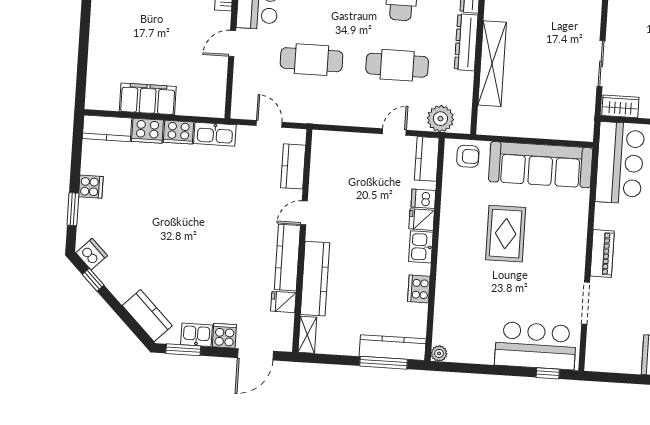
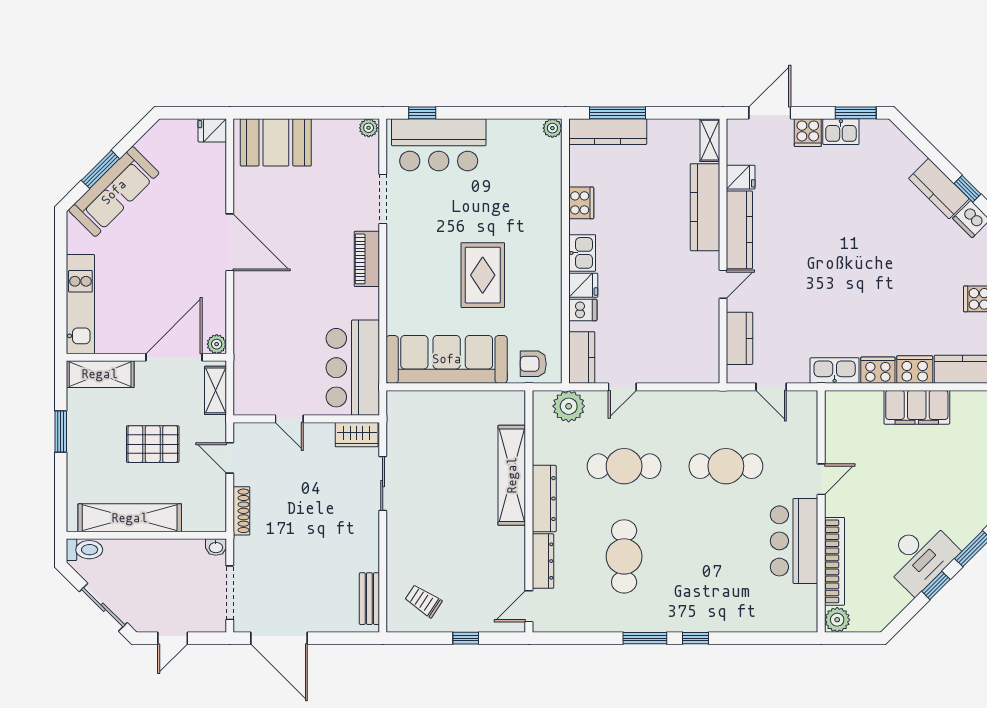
kitchen counter: (147, 316) -> (939, 189), moved
plant: (594, 364) -> (369, 128), added

